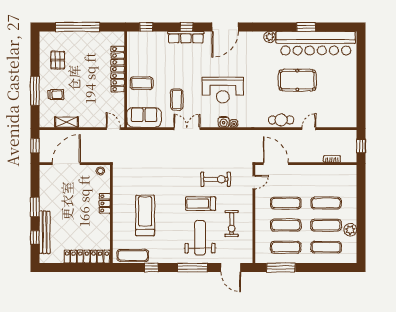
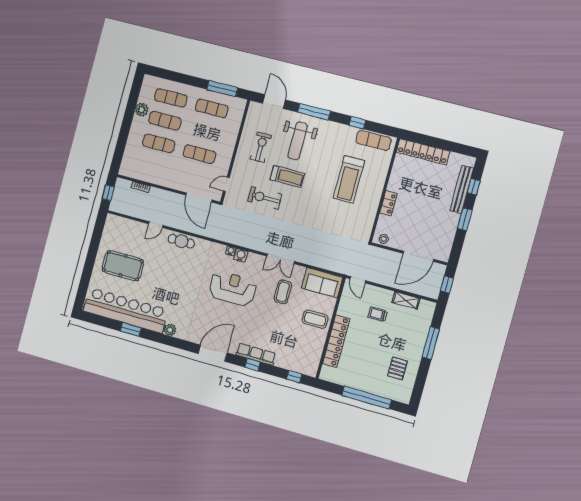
pool table: (297, 80) -> (123, 266), moved
trolley: (56, 95) -> (378, 314), moved
exercise mat: (286, 225) -> (206, 131), removed

